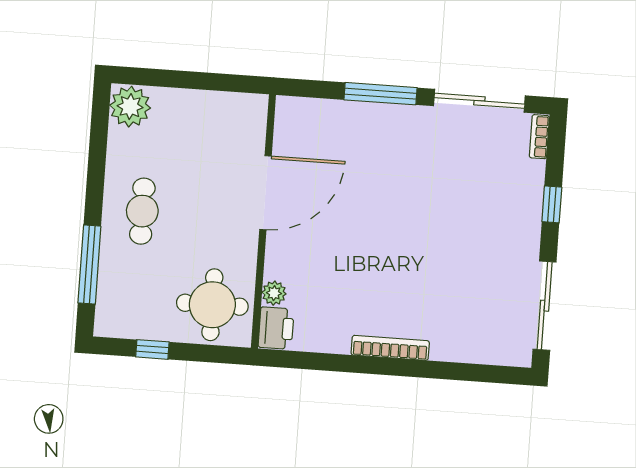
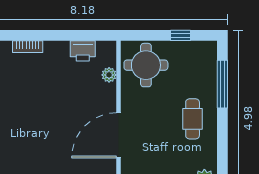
printer: (276, 328) -> (83, 51), moved, turned -90
bookcase: (390, 348) -> (28, 47), width x0.64

